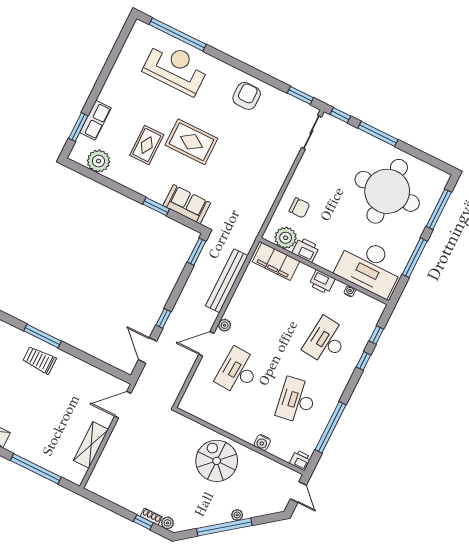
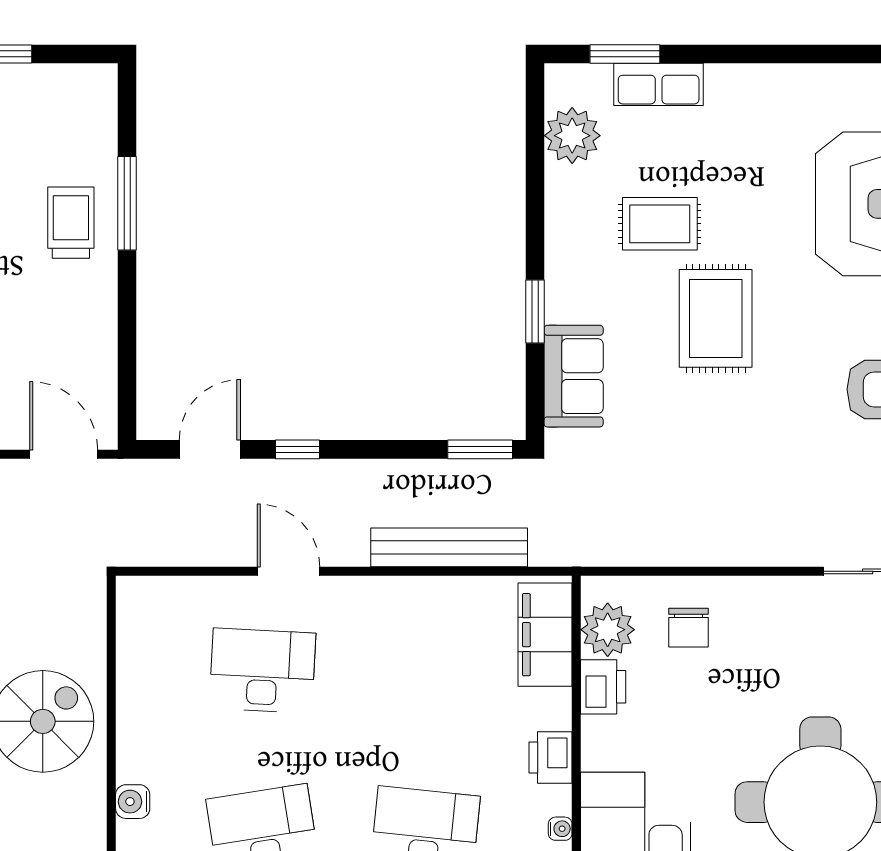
plant: (225, 325) -> (349, 591), removed

